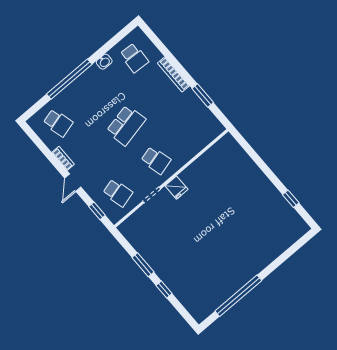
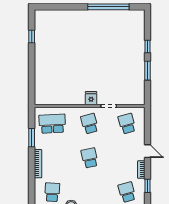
school desk: (126, 125) -> (90, 158), width x0.54
school desk: (194, 128) -> (52, 124), added
door: (73, 183) -> (147, 151), hinge flipped
window: (97, 211) -> (147, 186), moved

